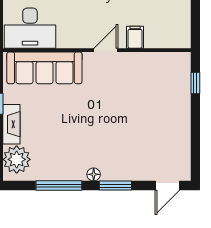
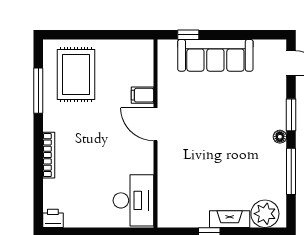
door: (106, 50) -> (155, 124), width x1.38
sofa: (44, 68) -> (215, 55), moved, turned 90

